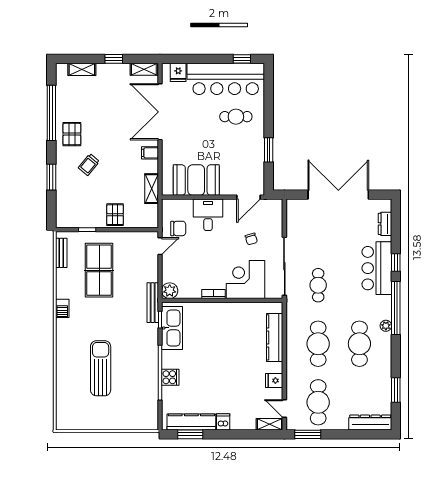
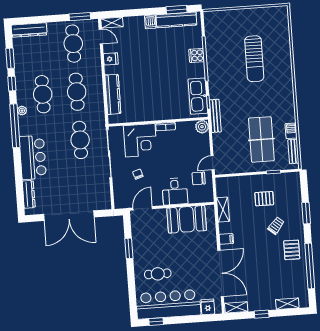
pallet: (115, 215) -> (264, 199), moved, turned 90
dresser: (385, 224) -> (29, 194), width x1.44
window: (396, 263) -> (12, 84), moved
cafe table: (318, 285) -> (80, 140), width x1.37, depth x1.35
barbecue: (62, 308) -> (291, 131), moved

